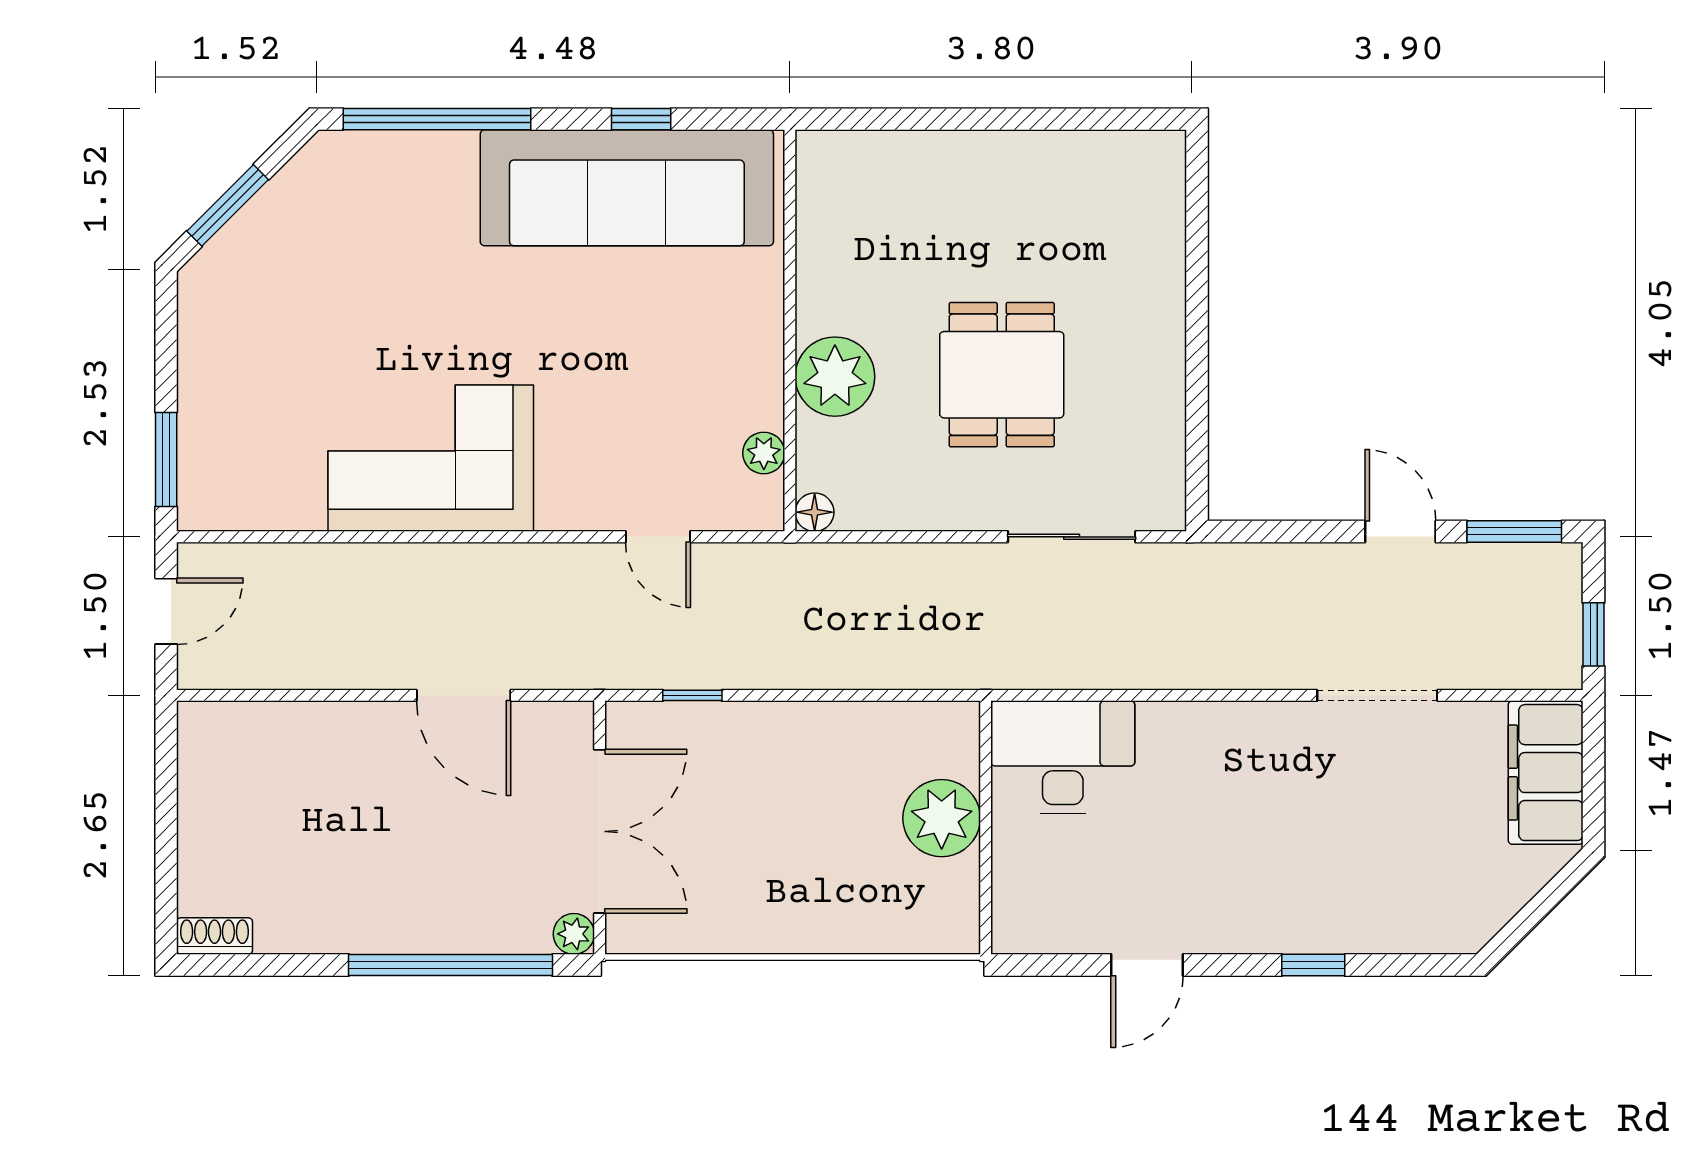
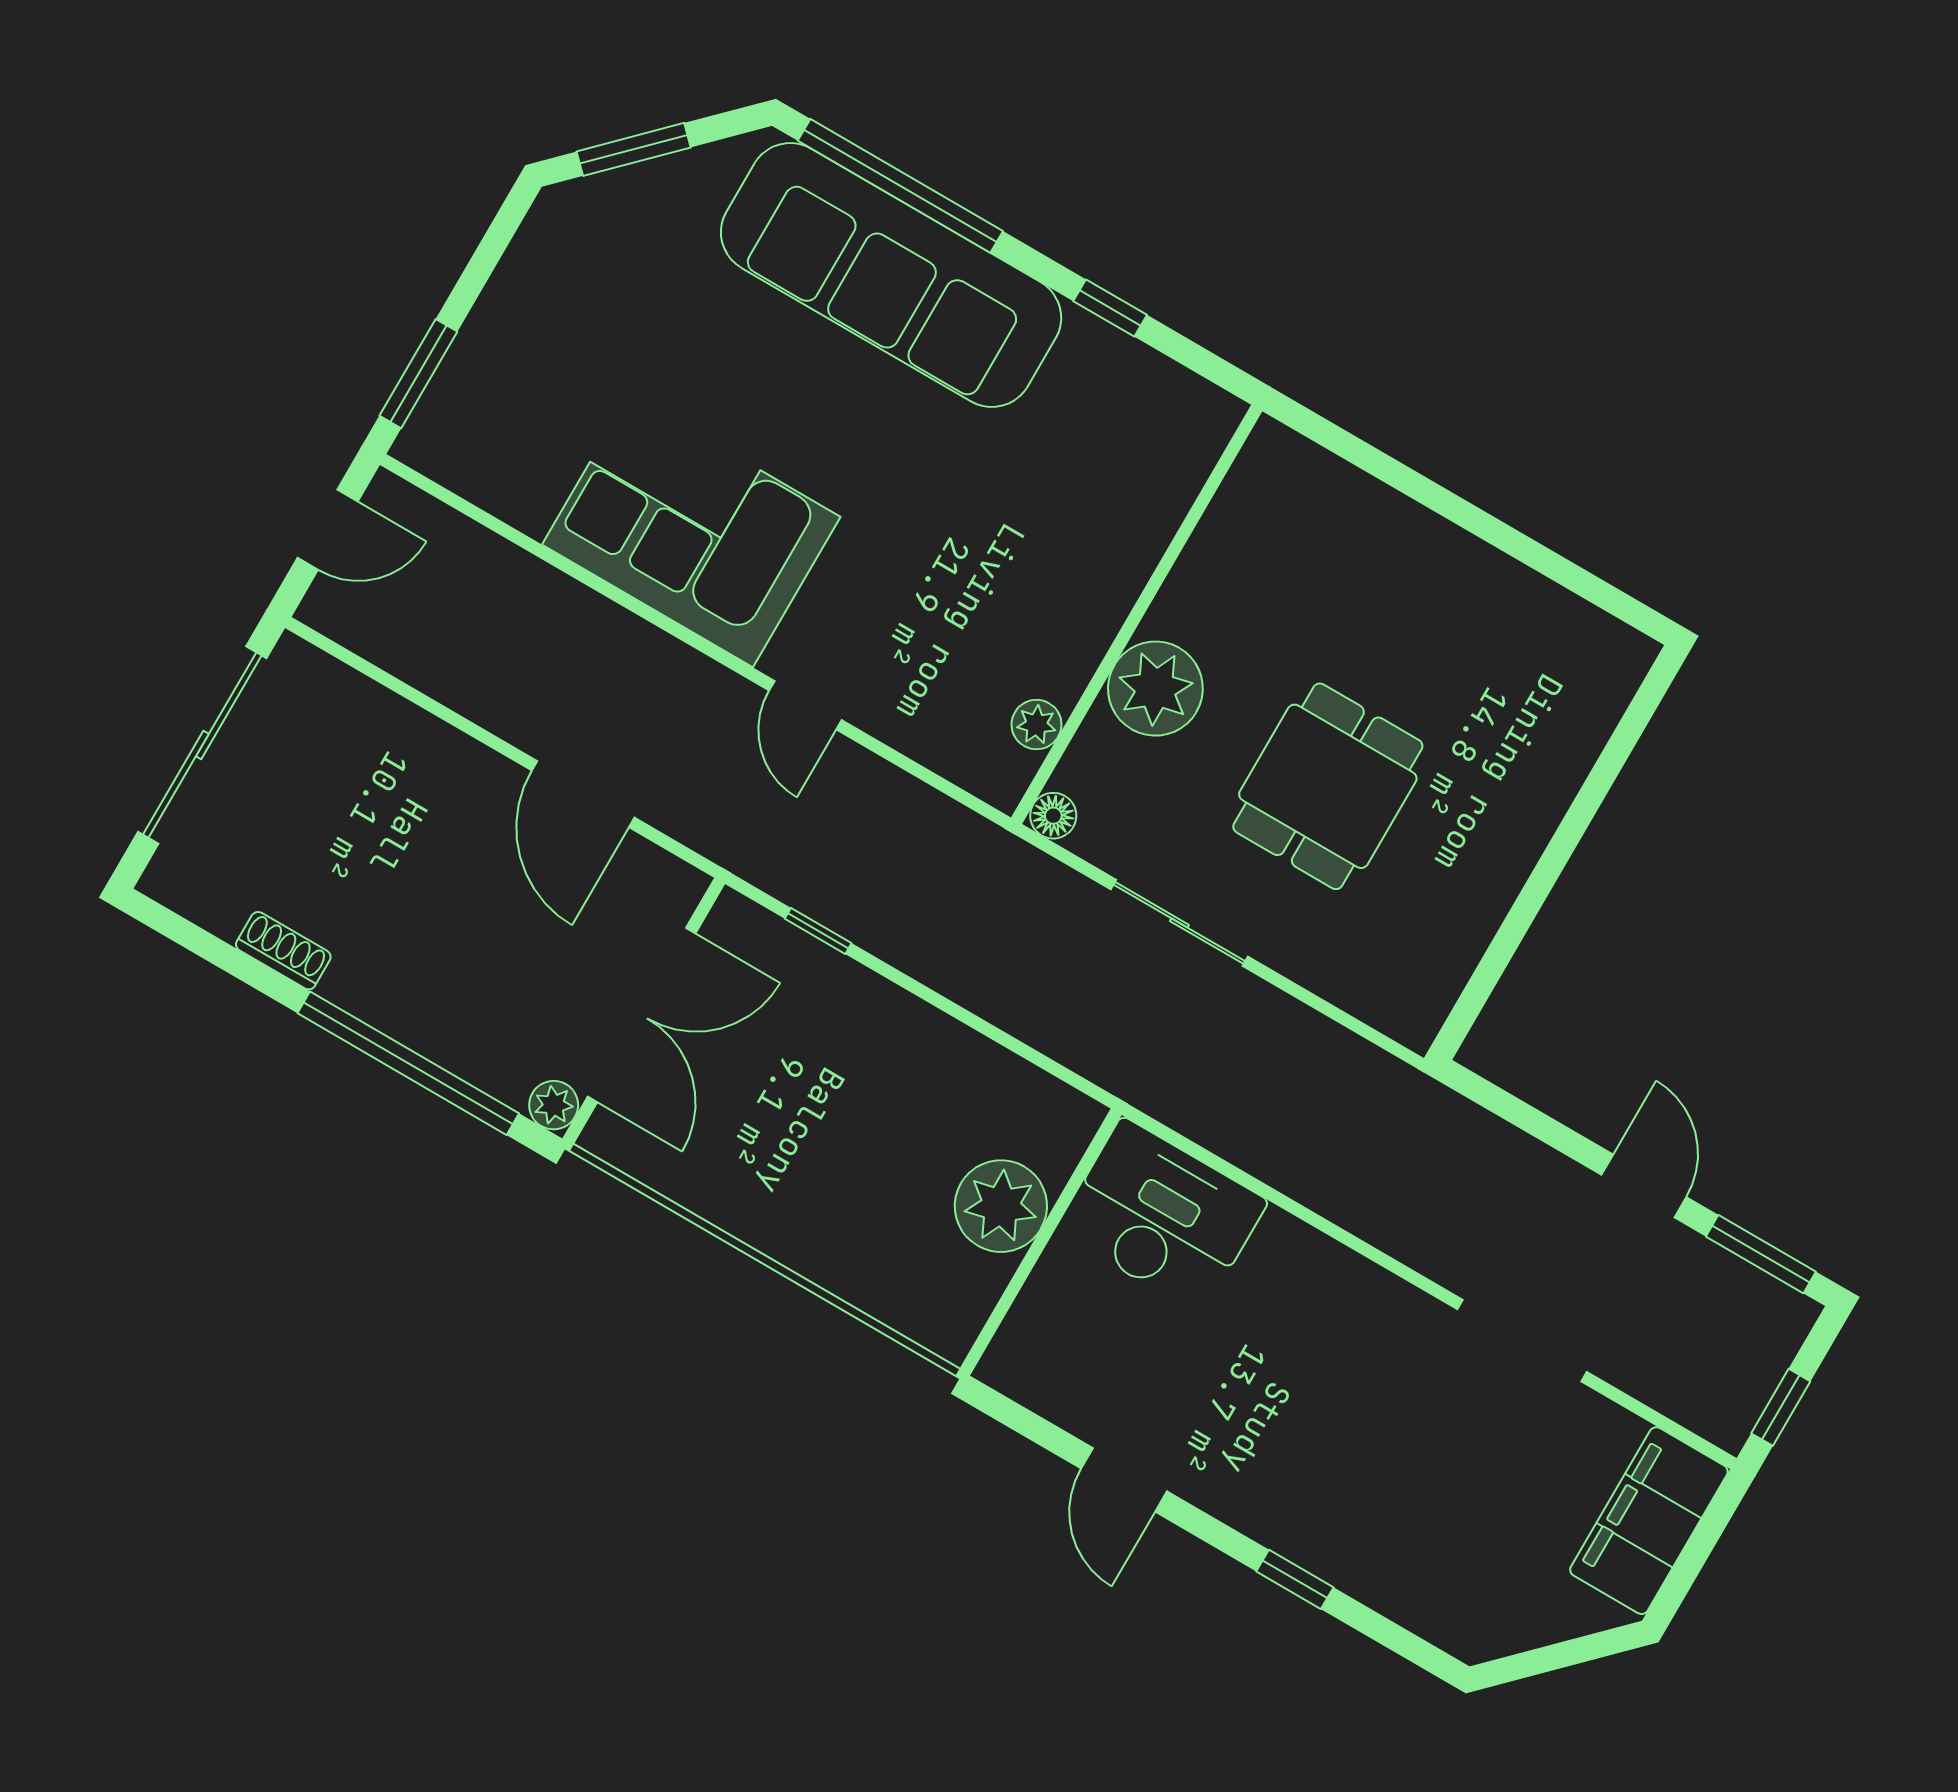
sofa: (627, 188) -> (891, 275), moved
door: (658, 537) -> (805, 705), moved
sliding door: (1072, 537) -> (1179, 923), moved
sliding door: (166, 821) -> (202, 745), added
shoe rack: (215, 936) -> (283, 951), moved
door: (1147, 965) -> (1124, 1480), hinge flipped

